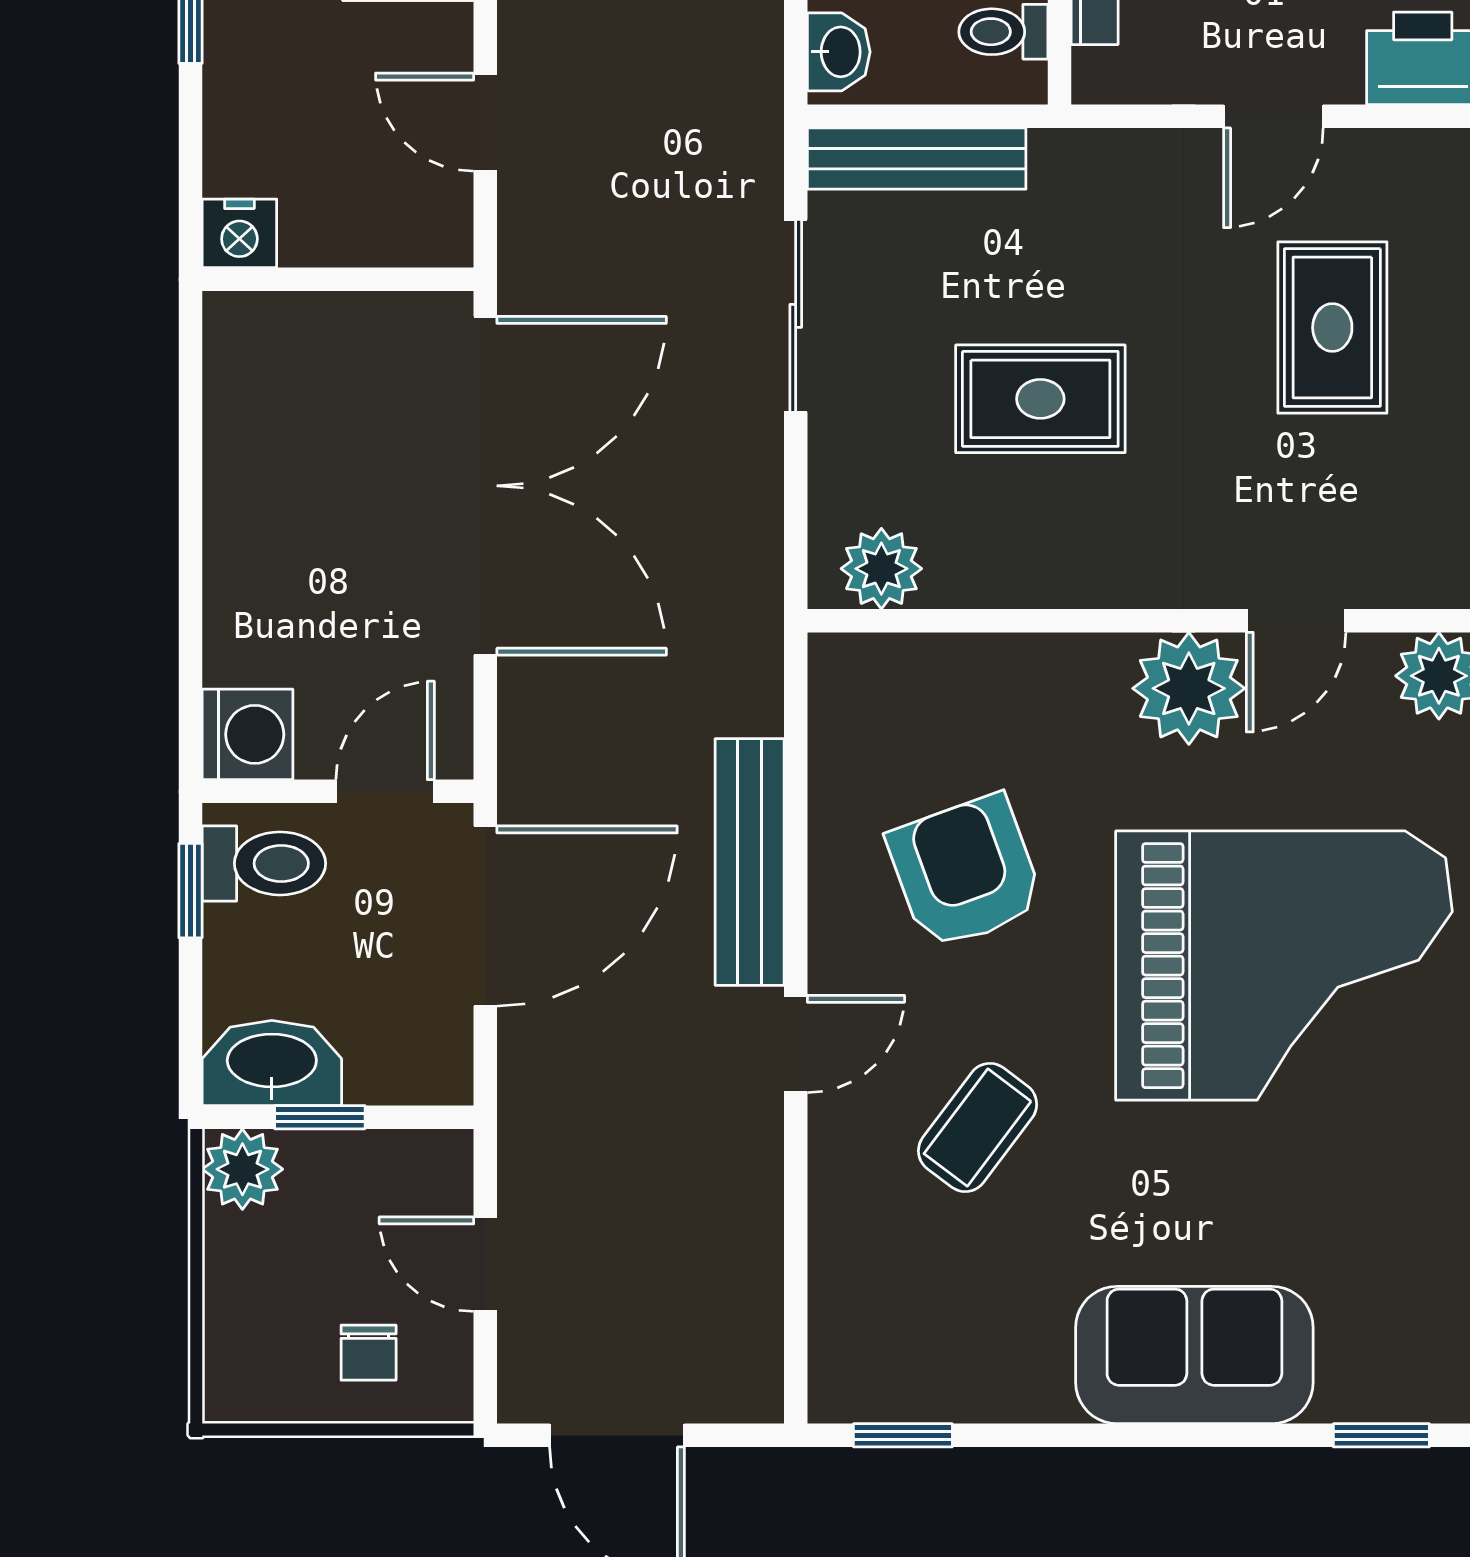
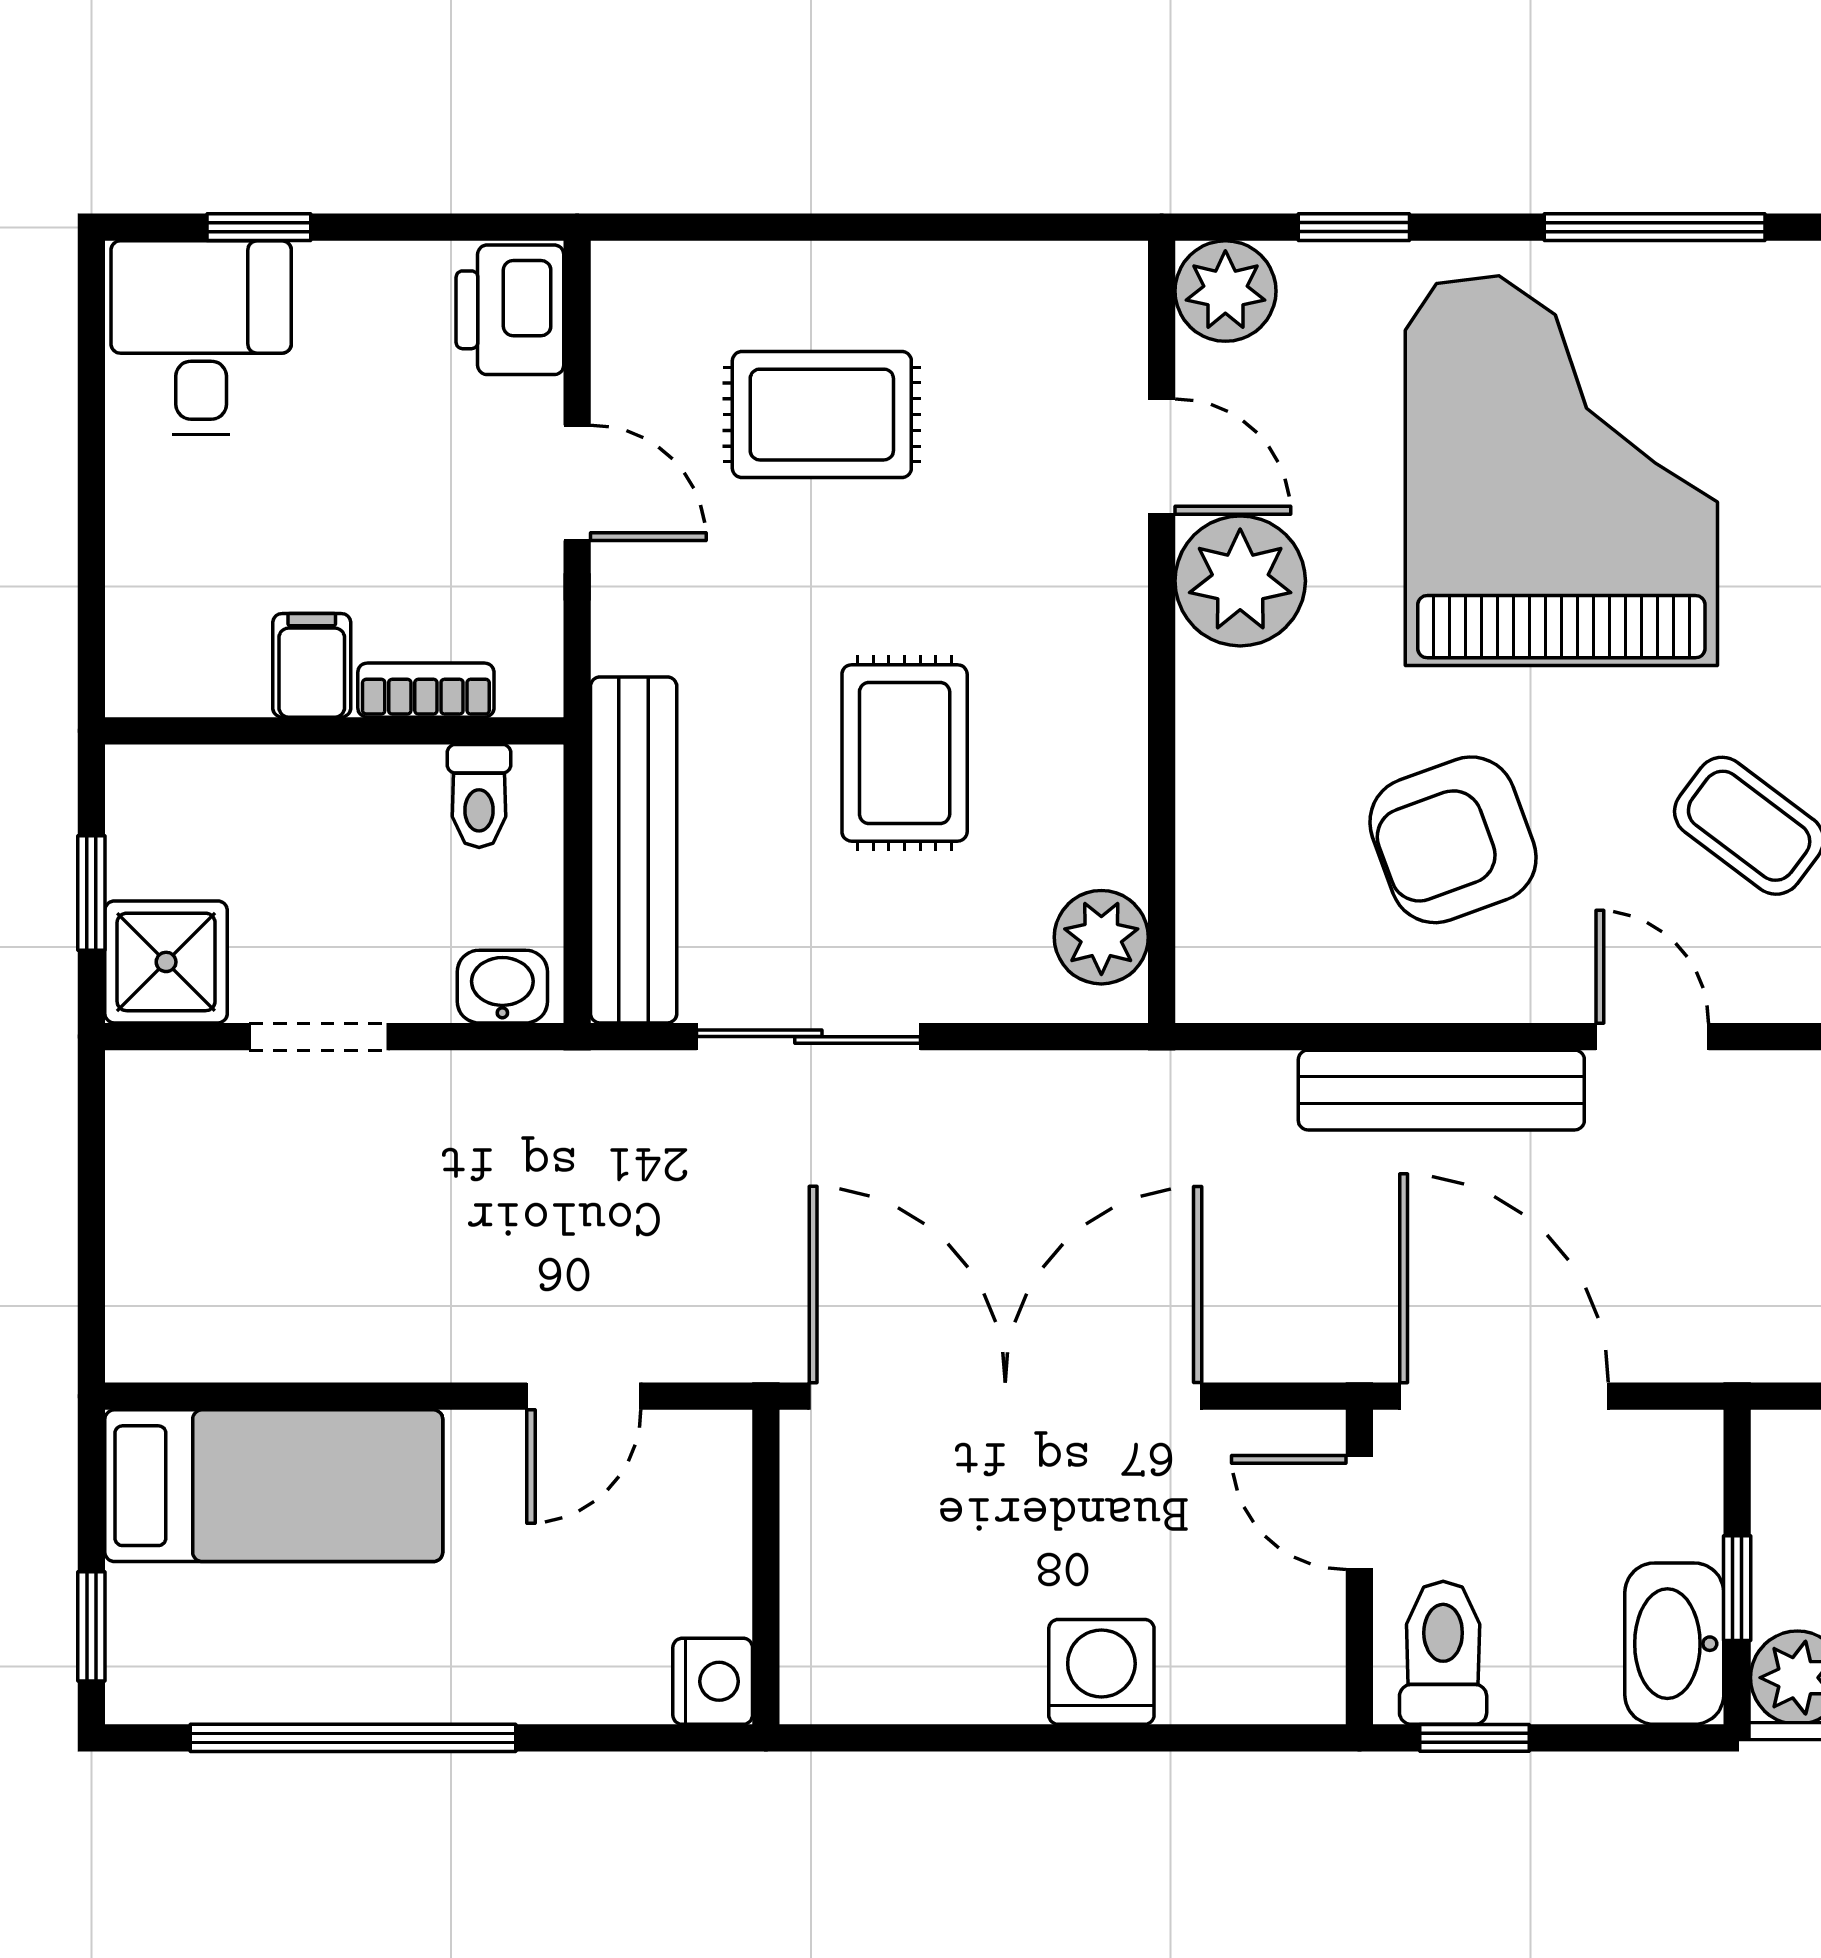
bench: (917, 159) -> (634, 850), width x1.37, depth x1.21
washing machine: (247, 734) -> (1101, 1672), moved

